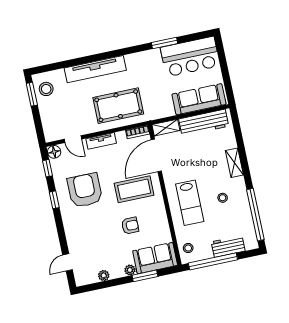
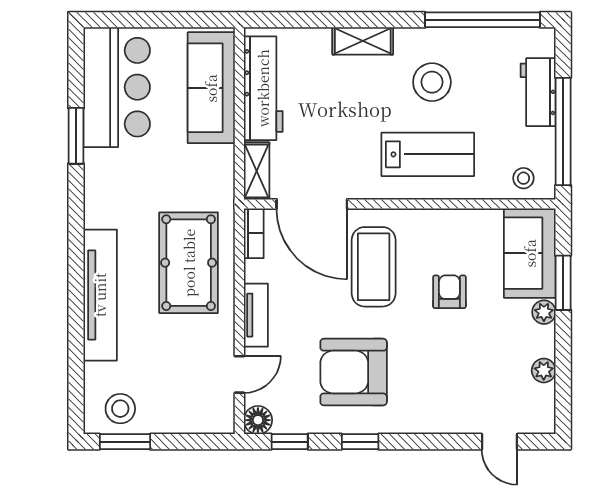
stool: (223, 198) -> (432, 82), width x1.89, depth x1.89

